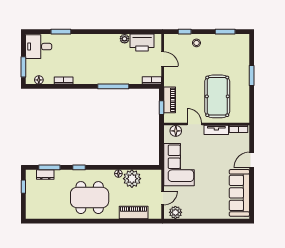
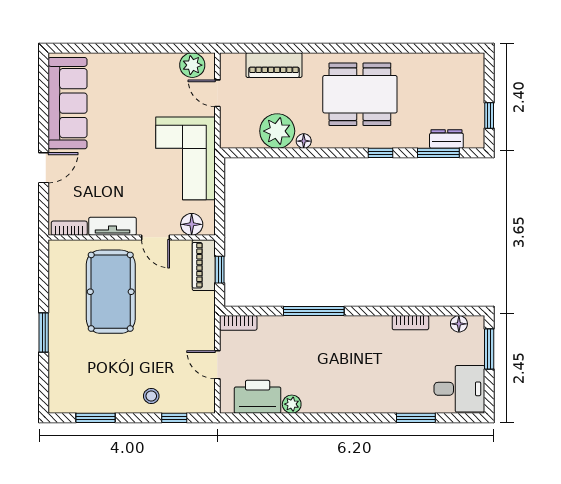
piano: (170, 100) -> (204, 265), moved
door: (163, 198) -> (217, 93), hinge flipped

